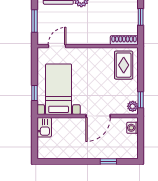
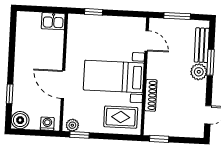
window: (141, 17) -> (159, 139), moved
shoe rack: (124, 40) -> (151, 95), moved
bed with nightstands: (59, 89) -> (114, 76), moved, turned 180
boiler: (131, 151) -> (20, 120), added

